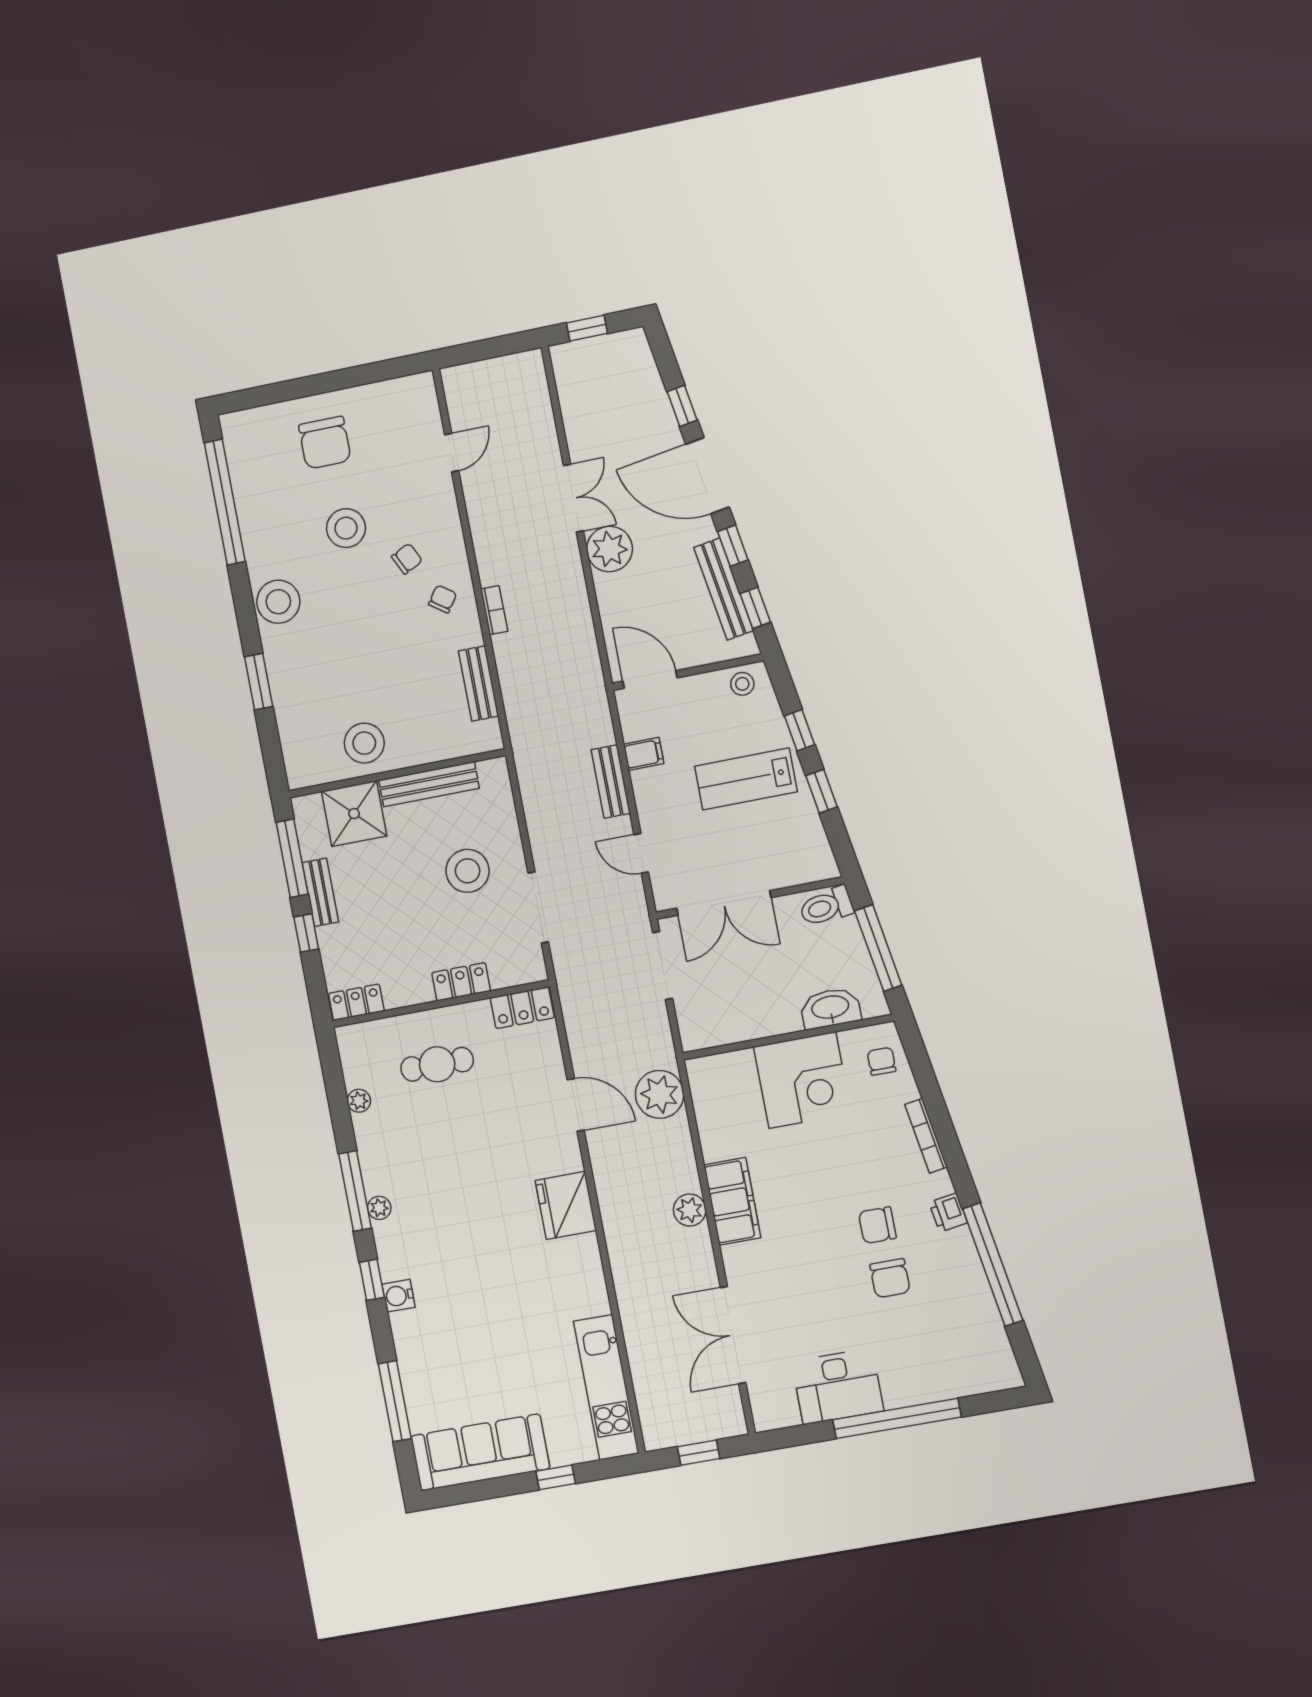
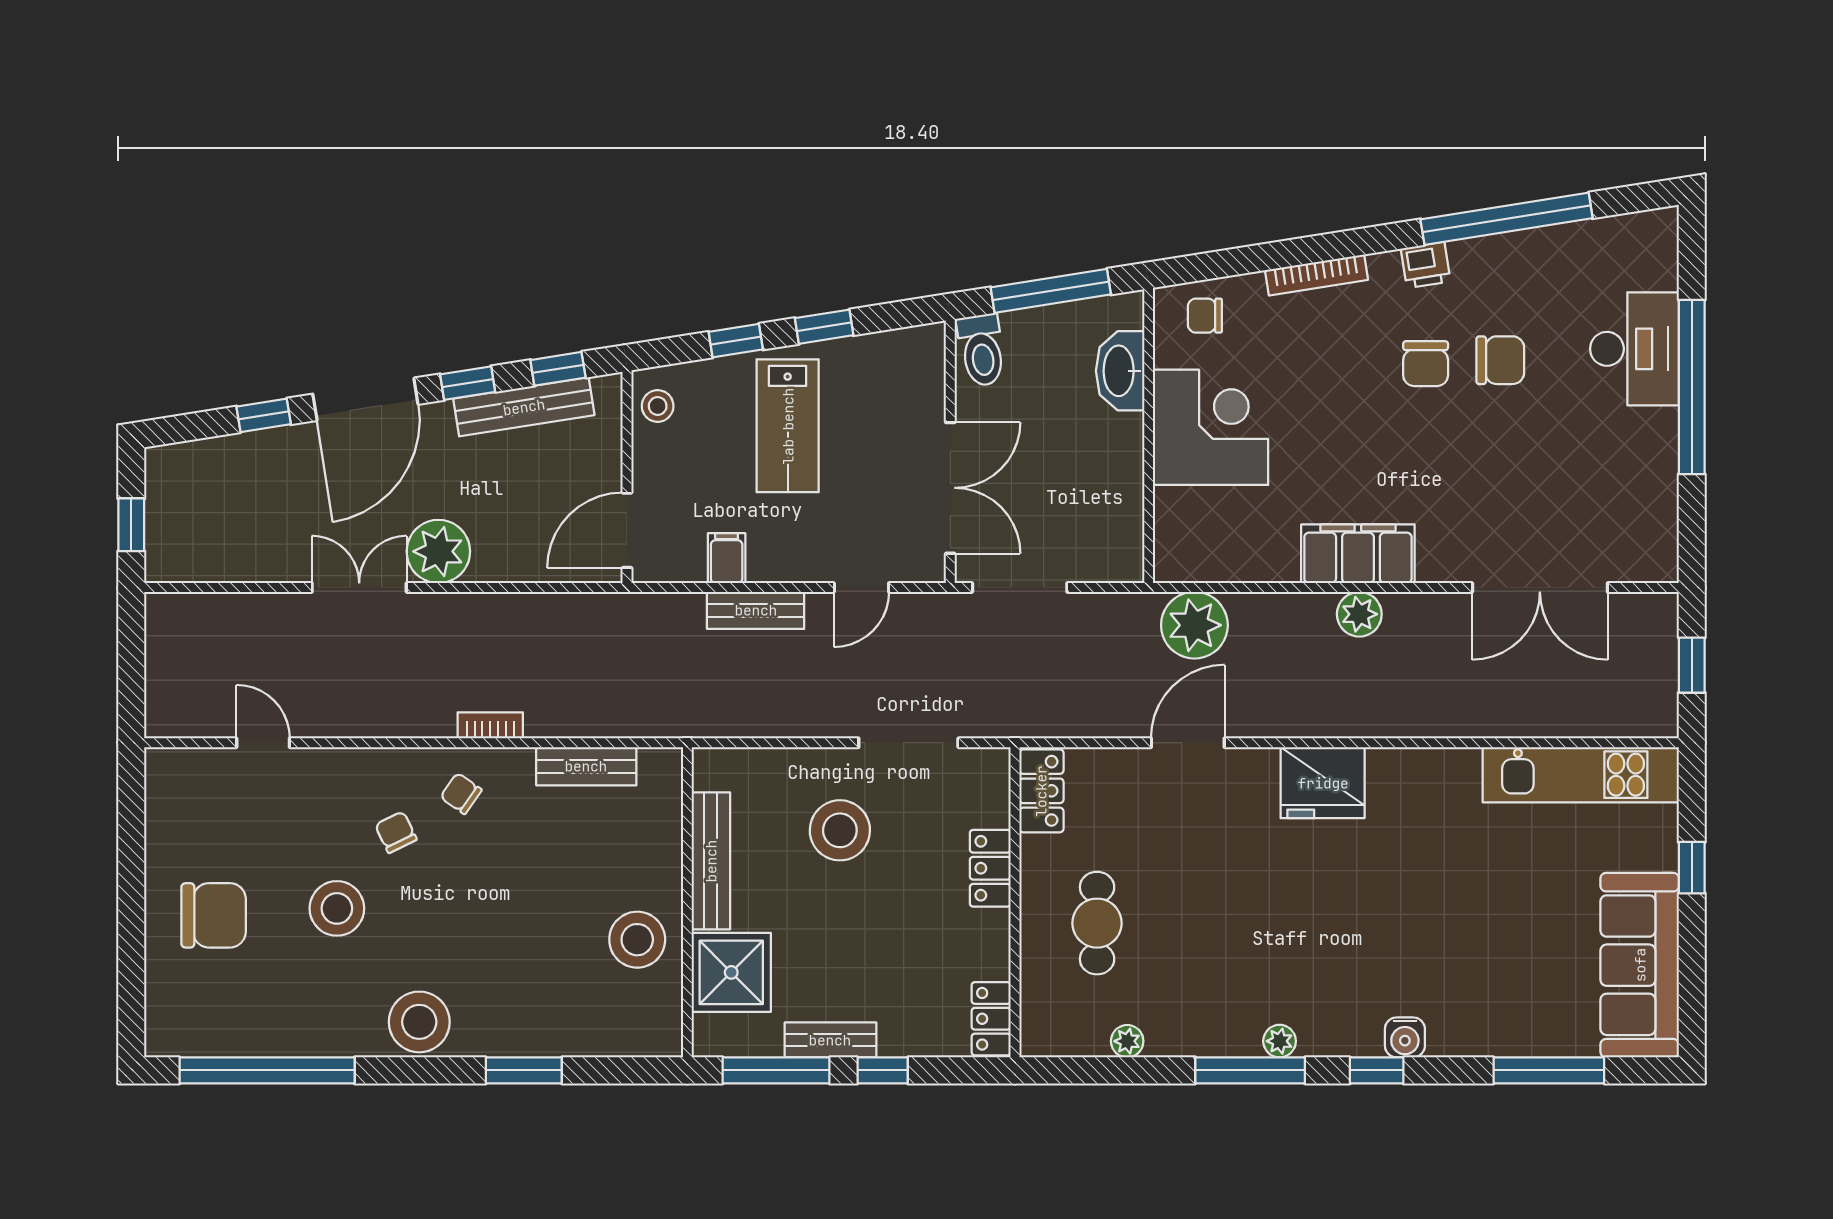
desk: (838, 1386) -> (1634, 349), moved

